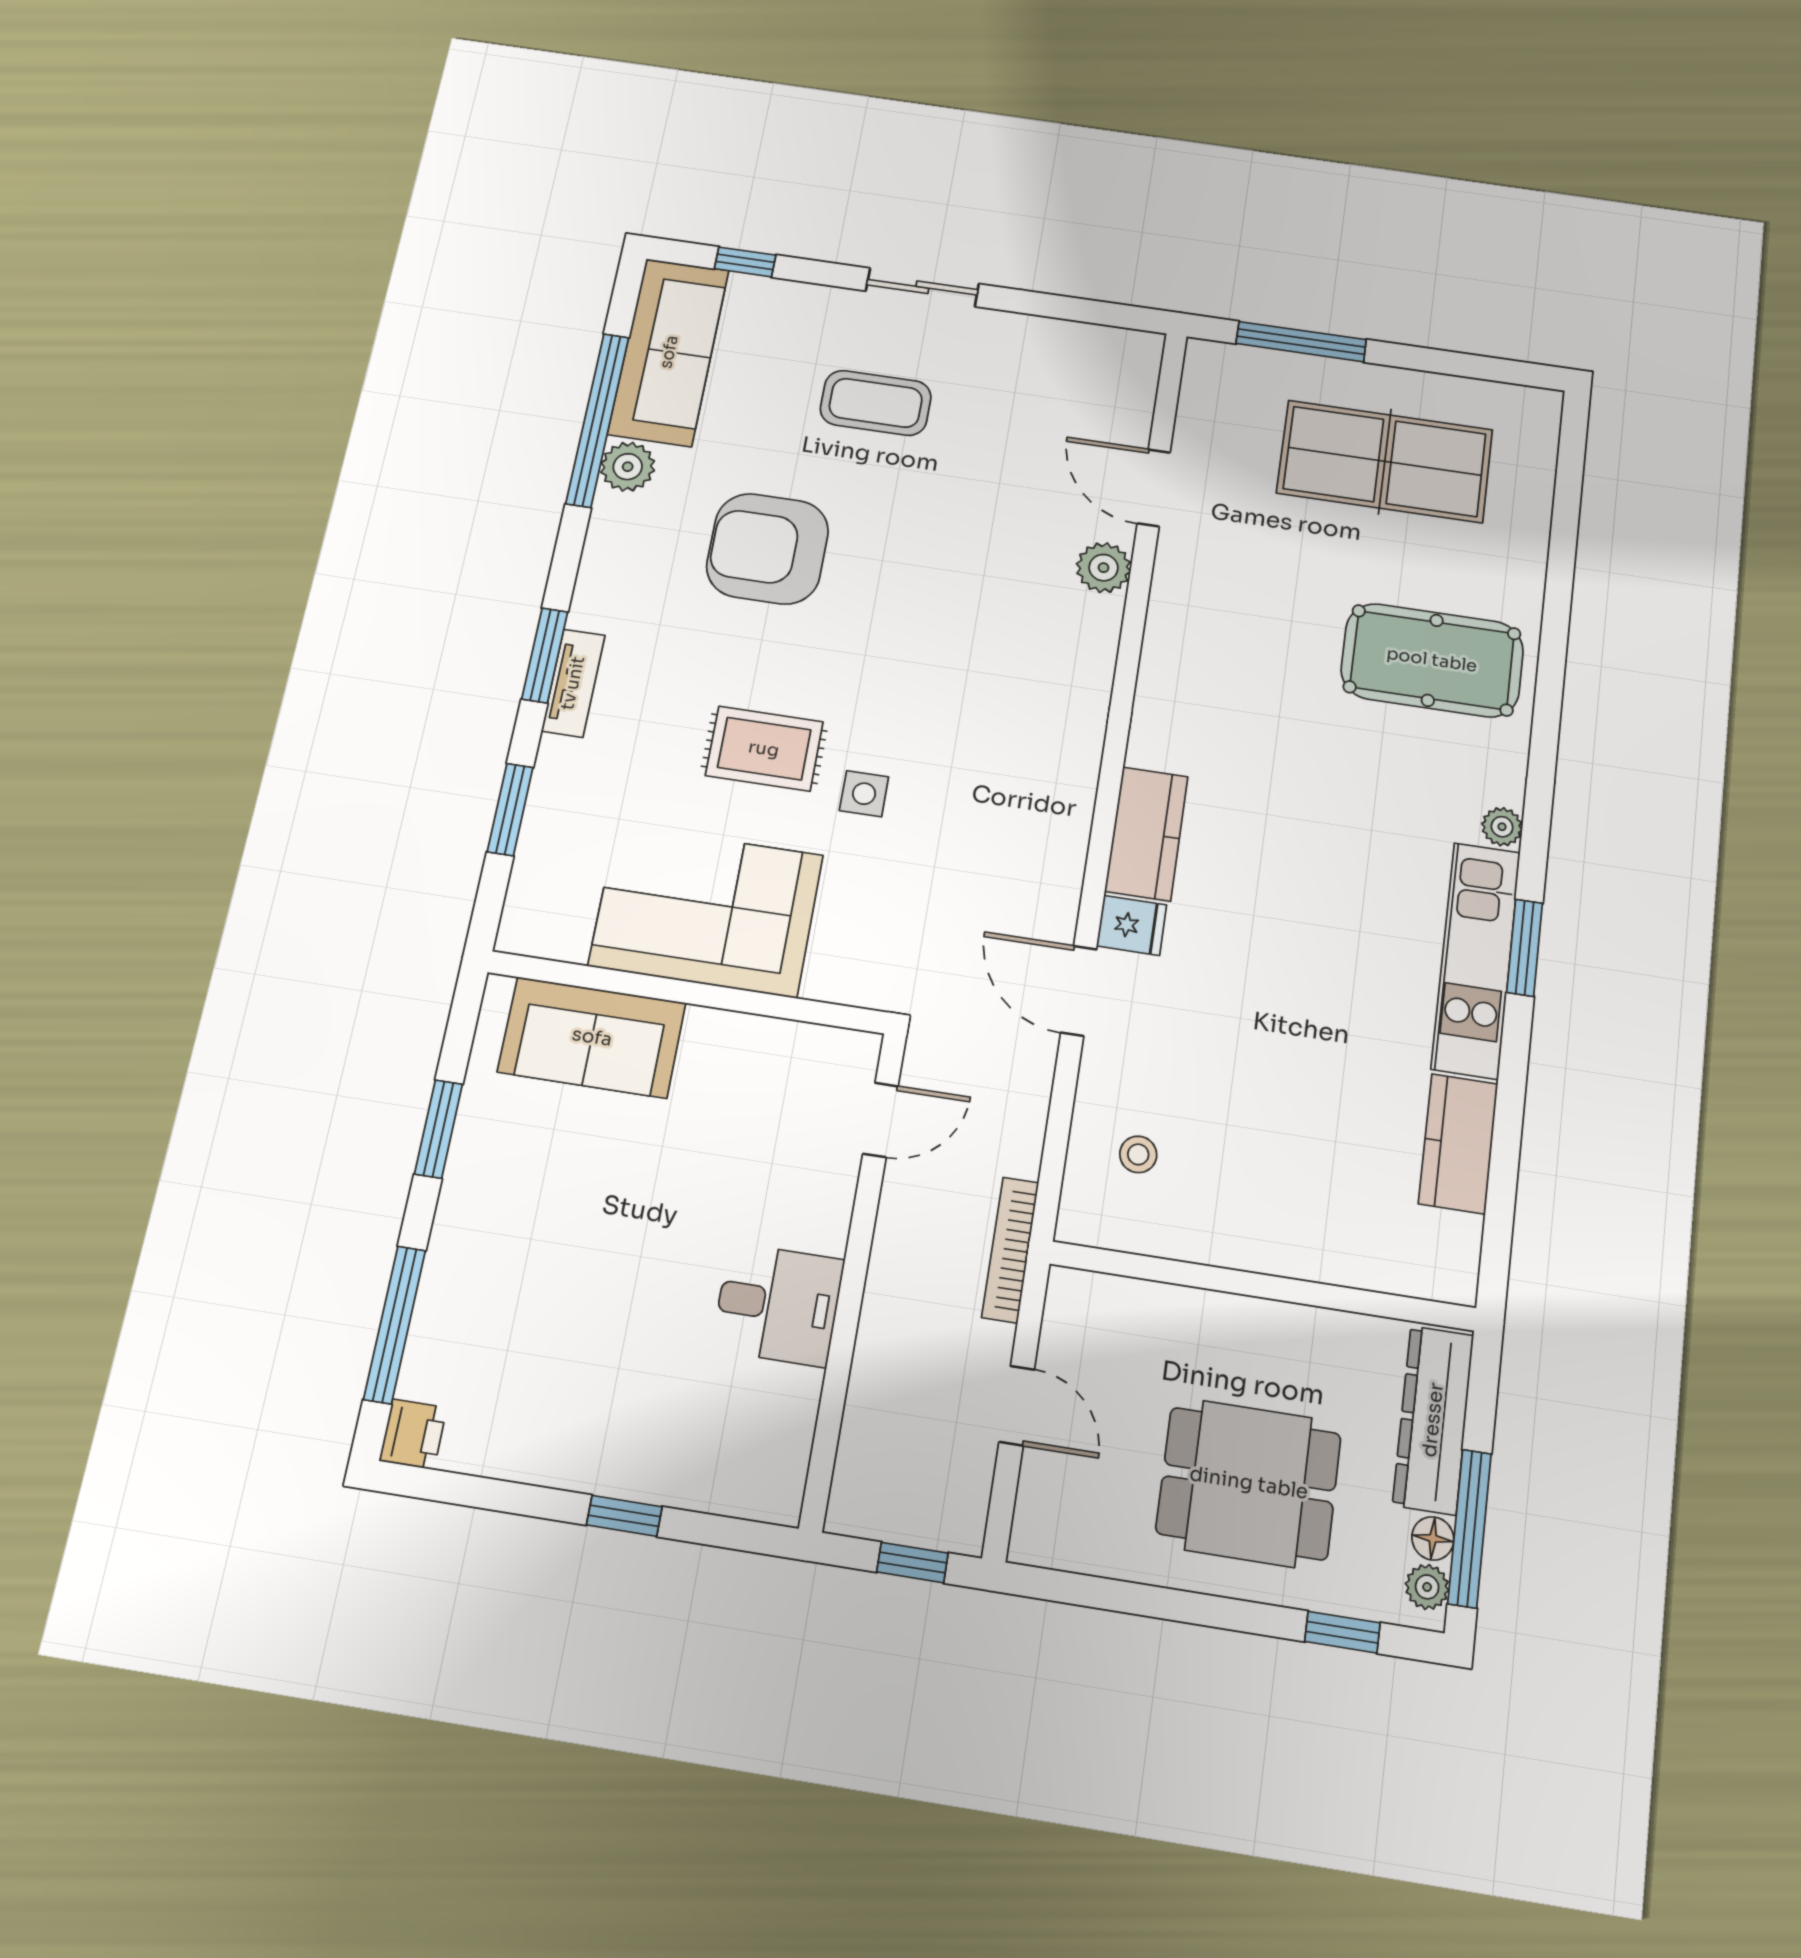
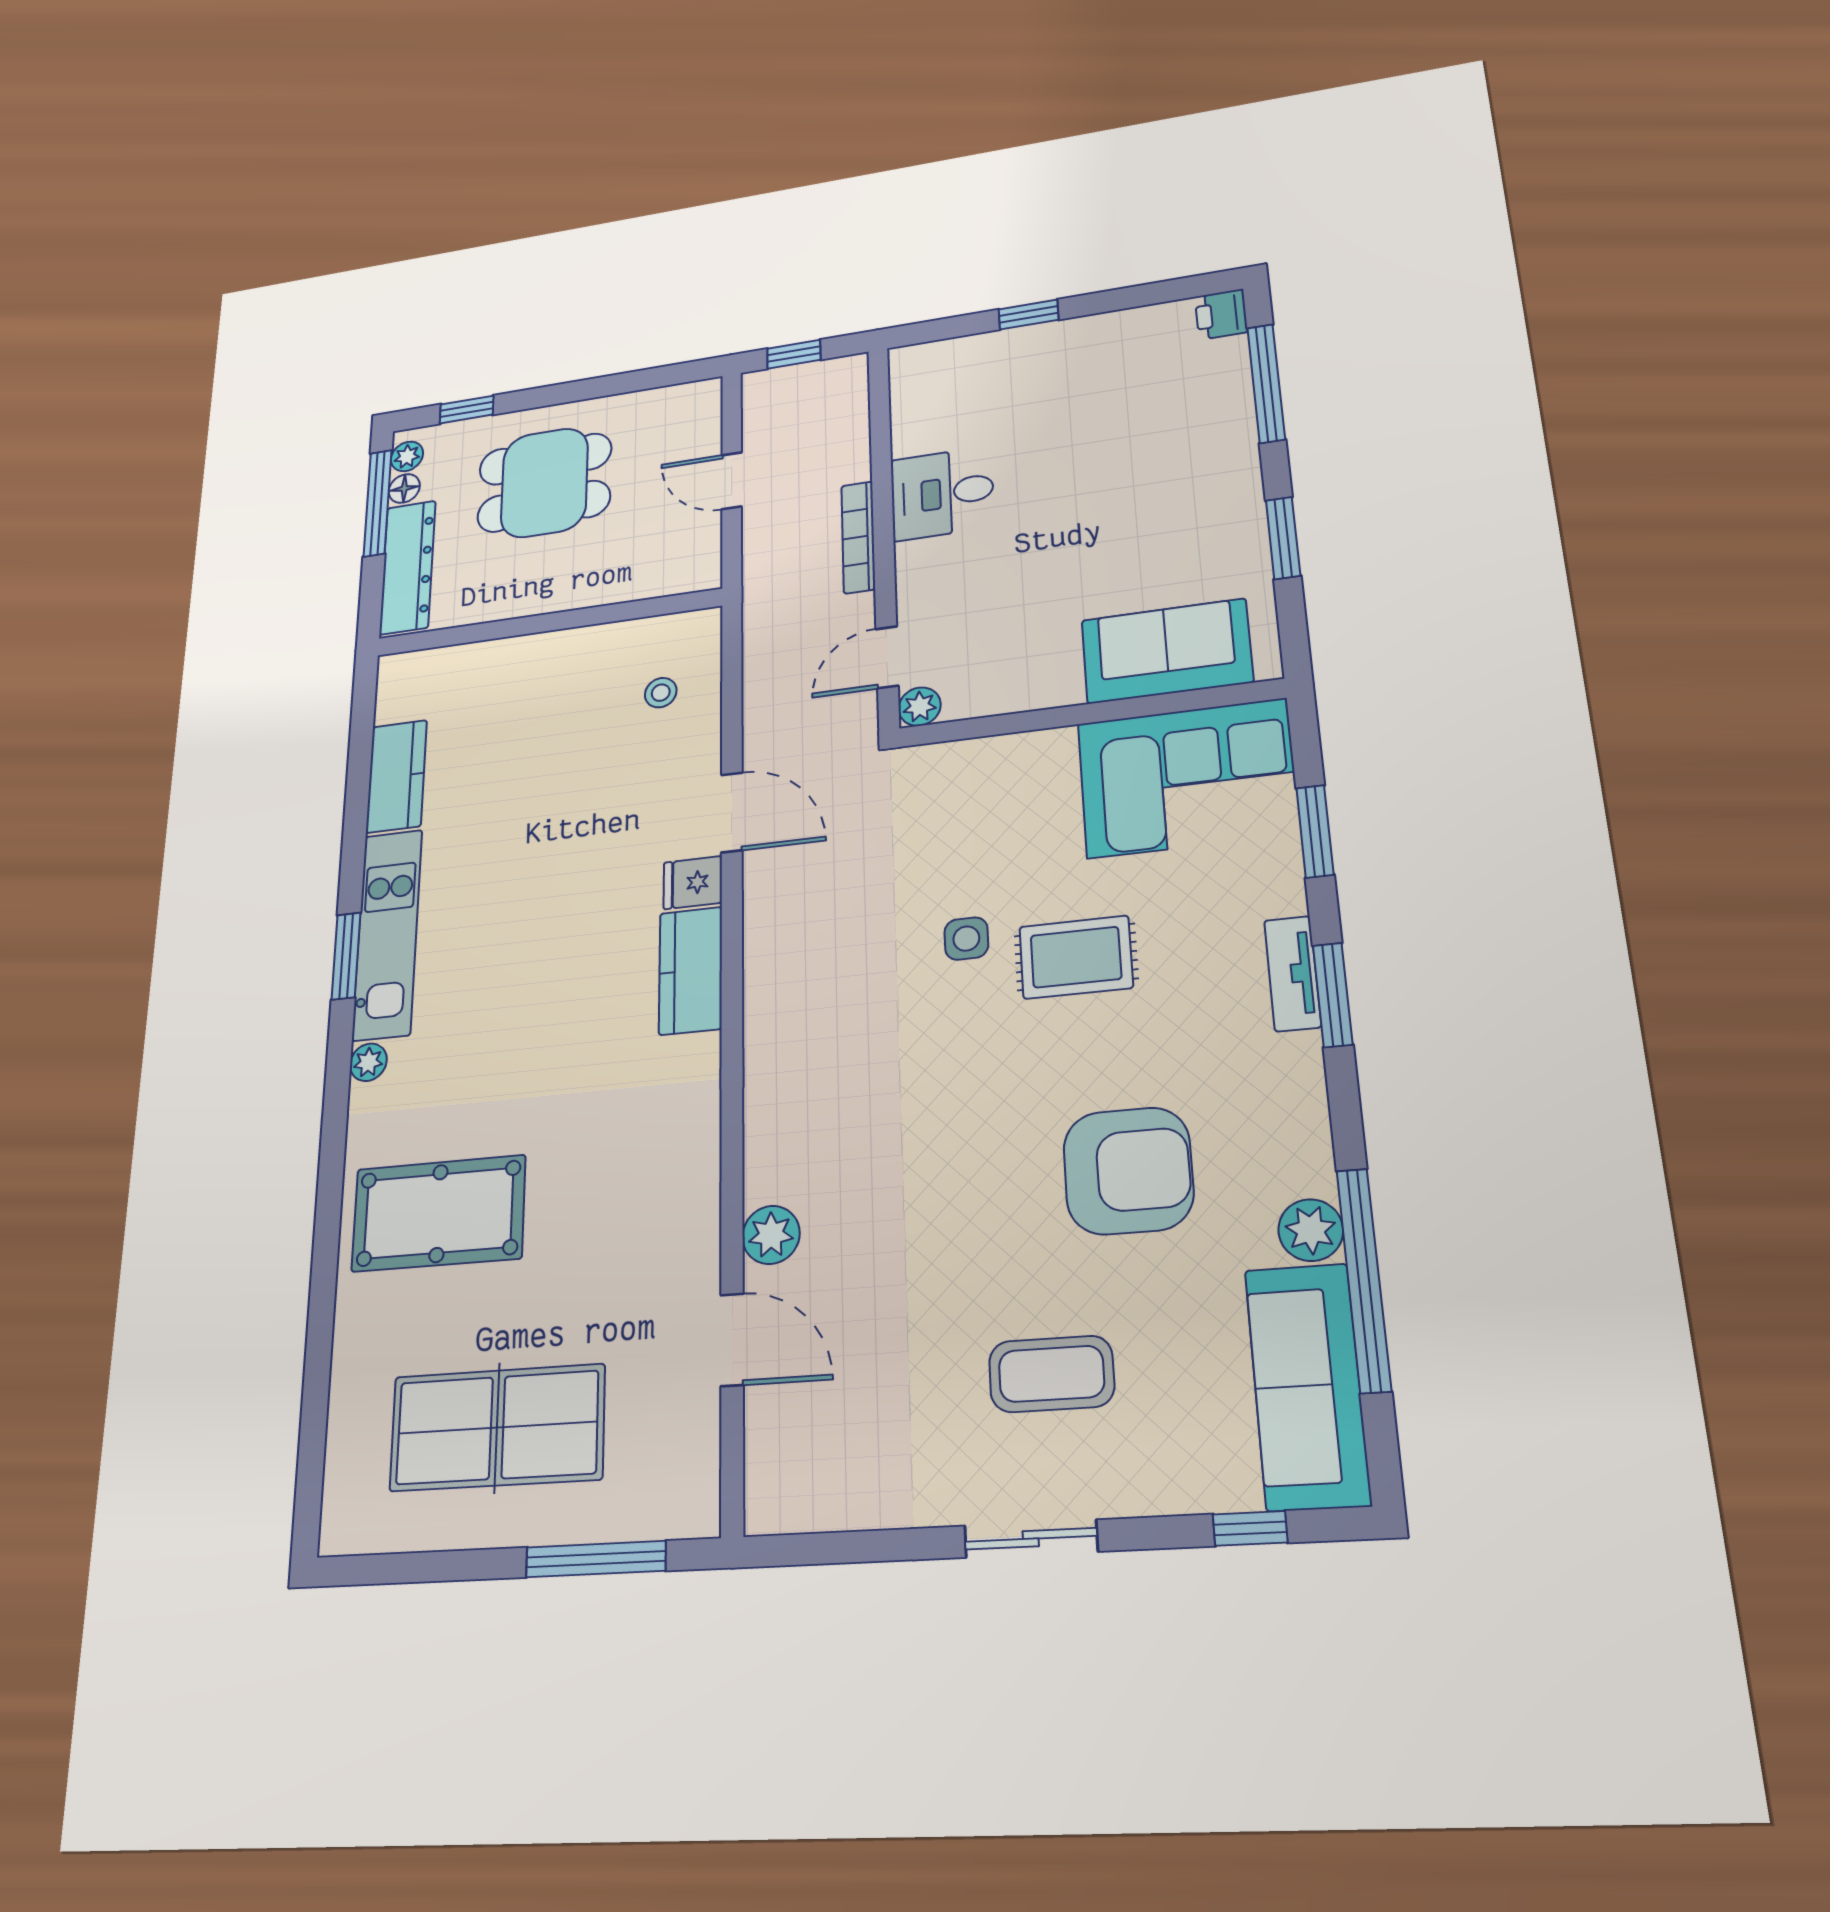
corner sofa: (706, 910) -> (1187, 778), moved
plant: (858, 1052) -> (920, 707), added
bookcase: (1010, 1250) -> (858, 537), moved, turned 180

